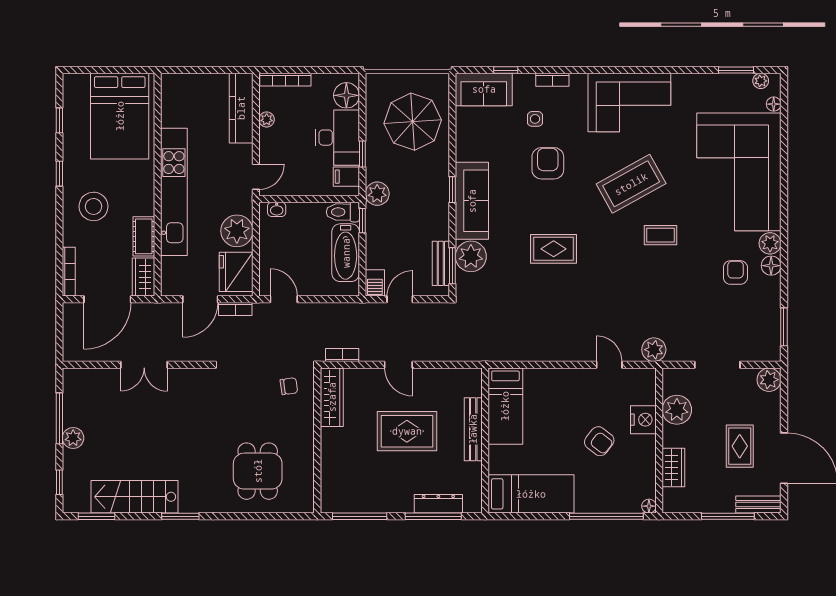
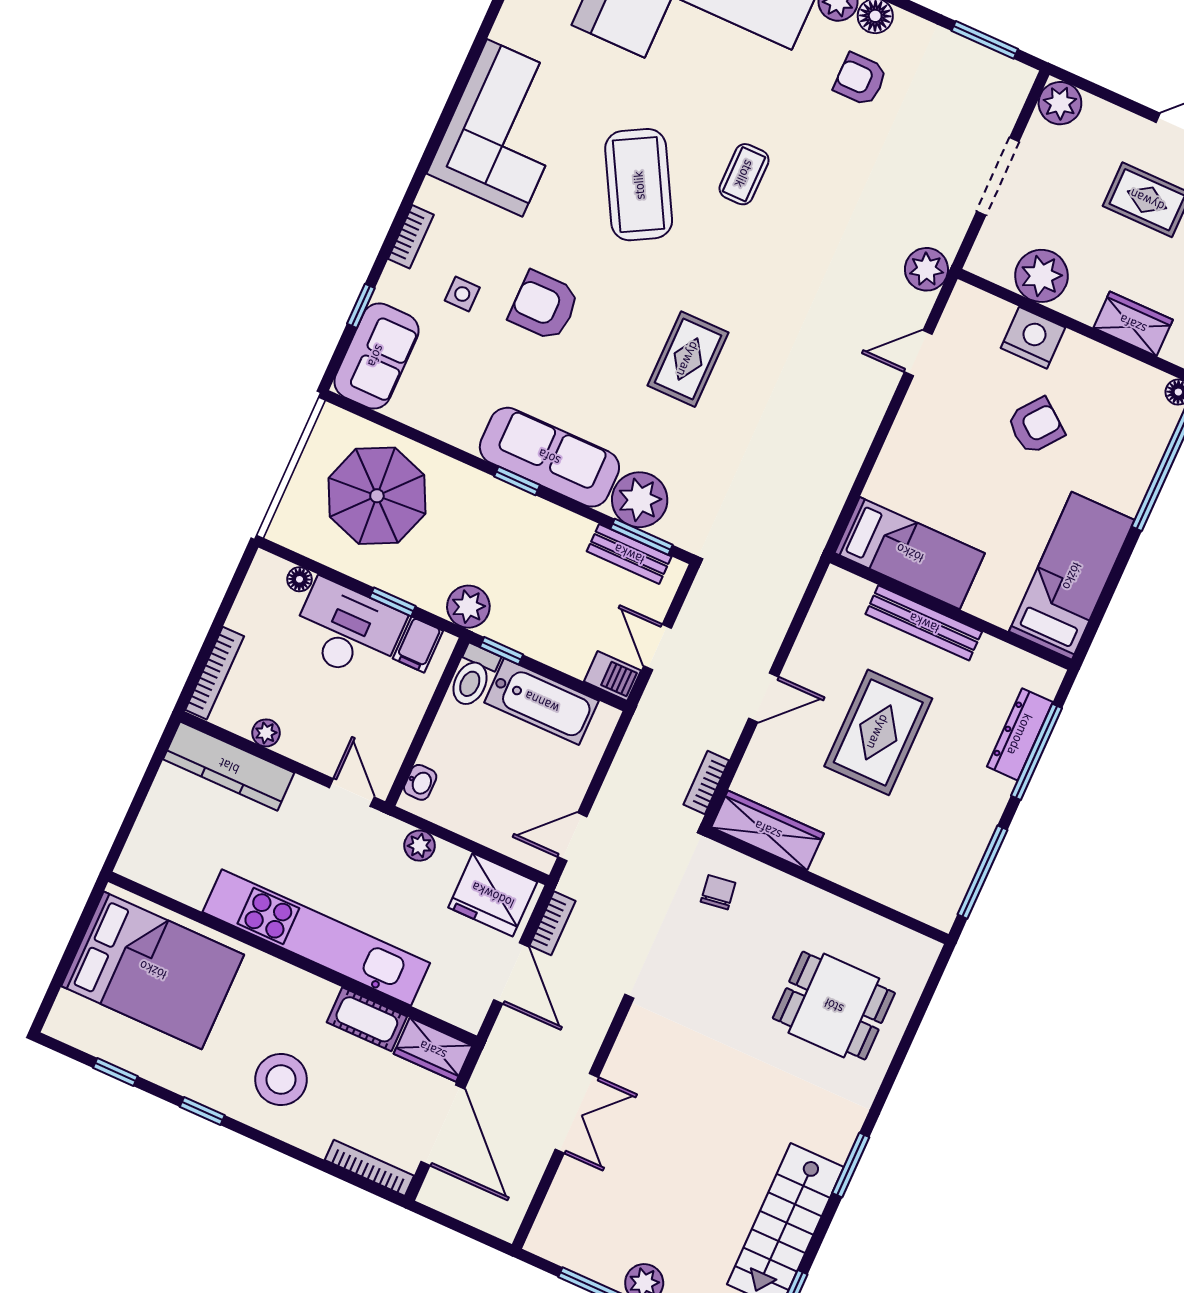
floor lamp: (346, 95) -> (299, 579), width x0.53, depth x0.53
plant: (237, 231) -> (419, 846), width x0.53, depth x0.53

